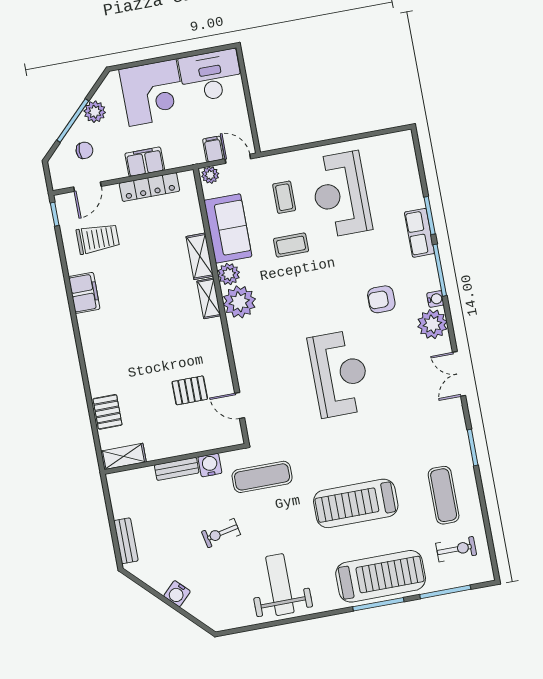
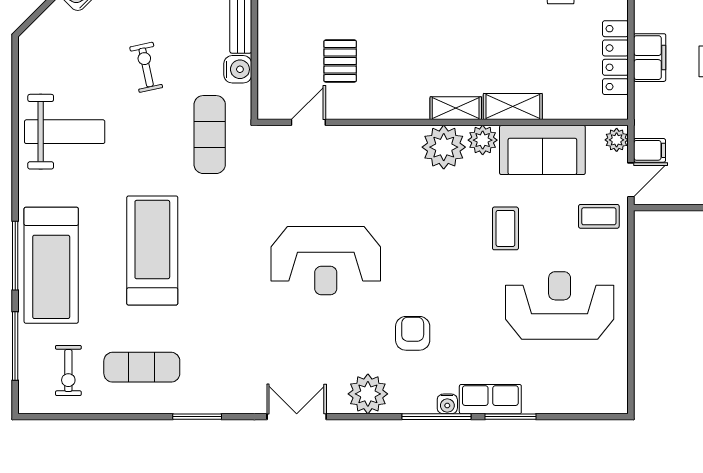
coffee table: (284, 197) -> (599, 216), moved
water cooler: (435, 299) -> (447, 404), moved

